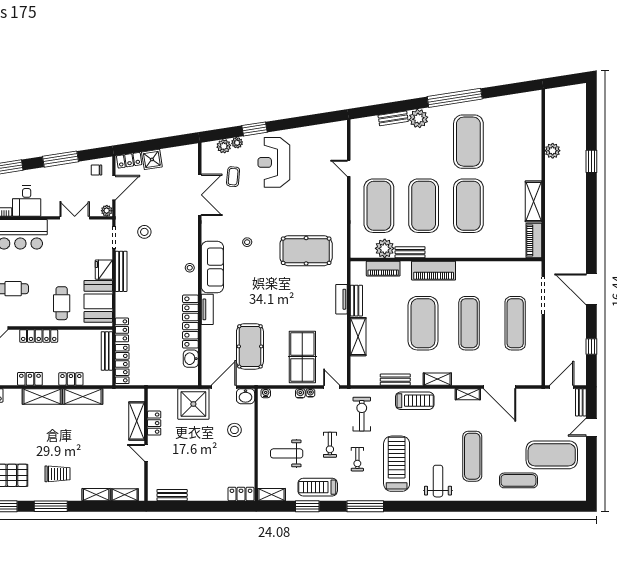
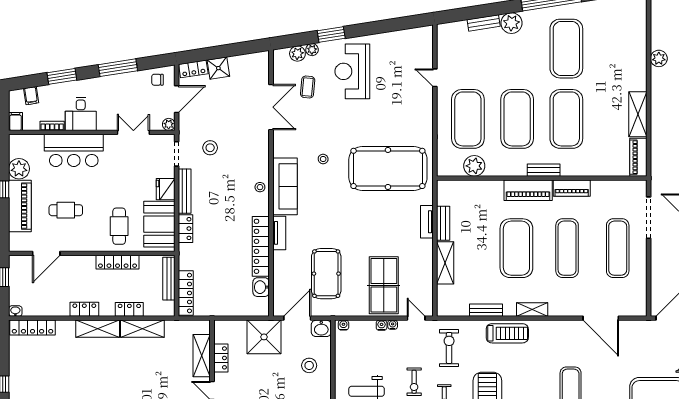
pool table: (306, 251) -> (388, 168), width x1.36, depth x1.32
bench: (410, 252) -> (544, 170), moved
piano: (383, 269) -> (572, 188), moved
locker: (122, 330) -> (185, 229), moved
locker: (39, 336) -> (118, 262), moved
shelving: (468, 394) -> (566, 326), removed

